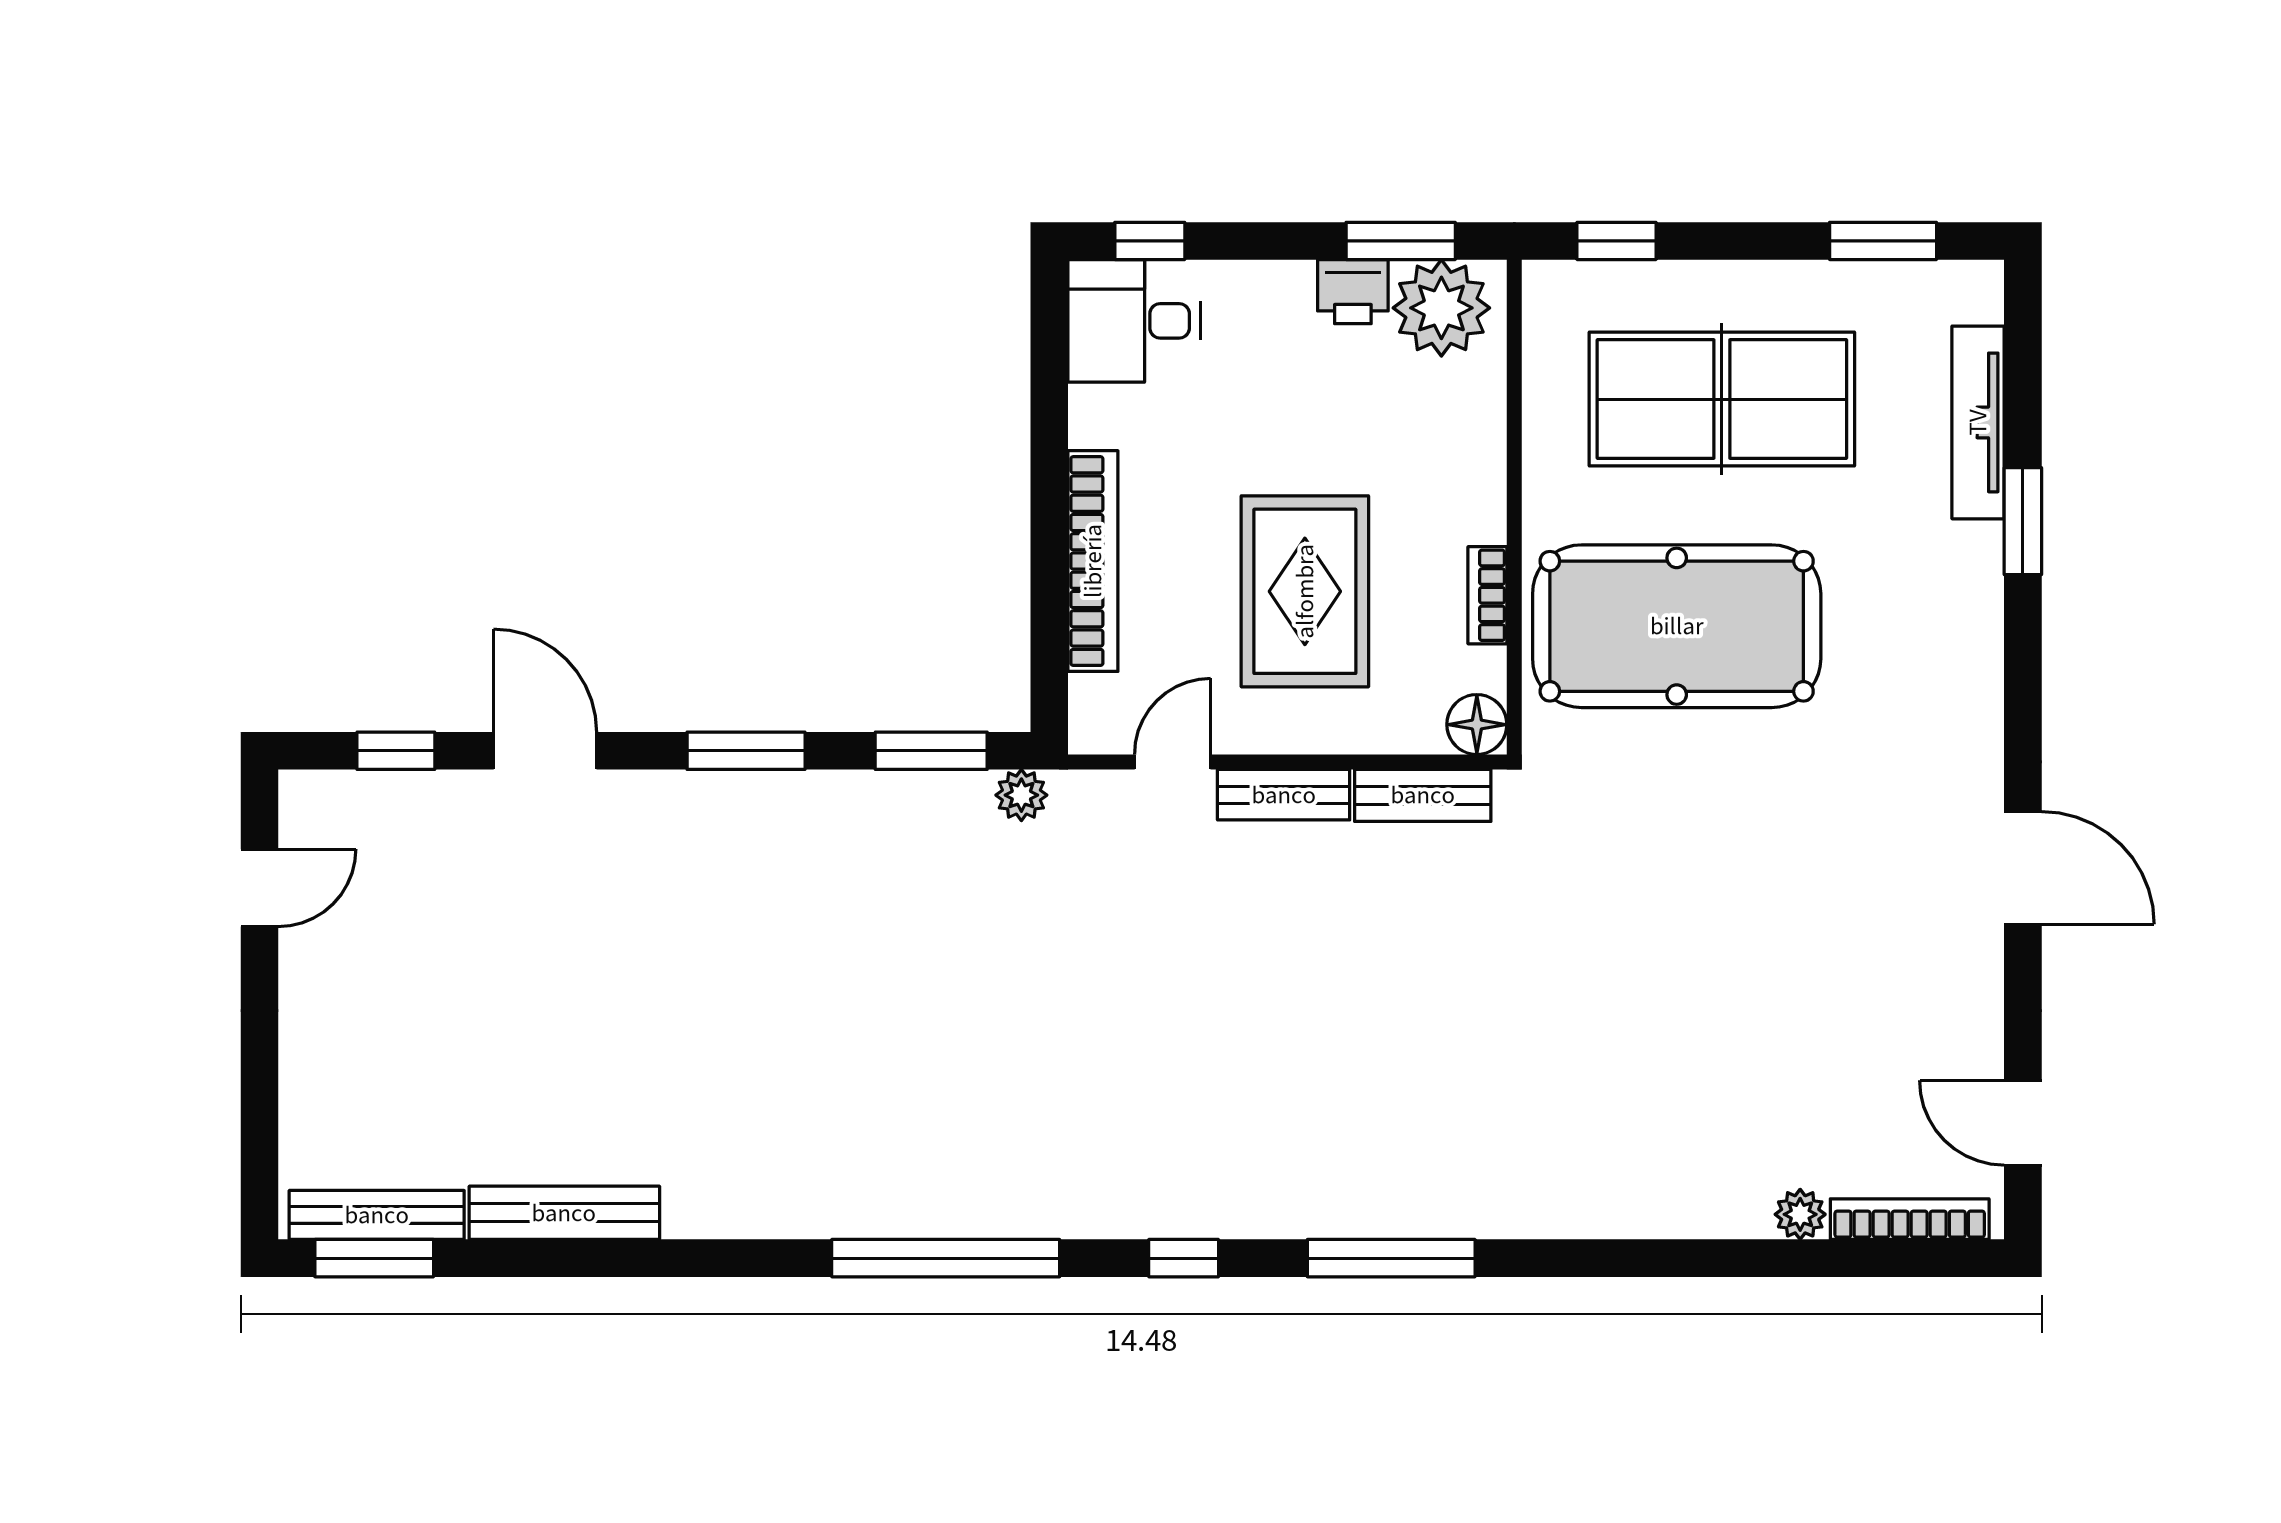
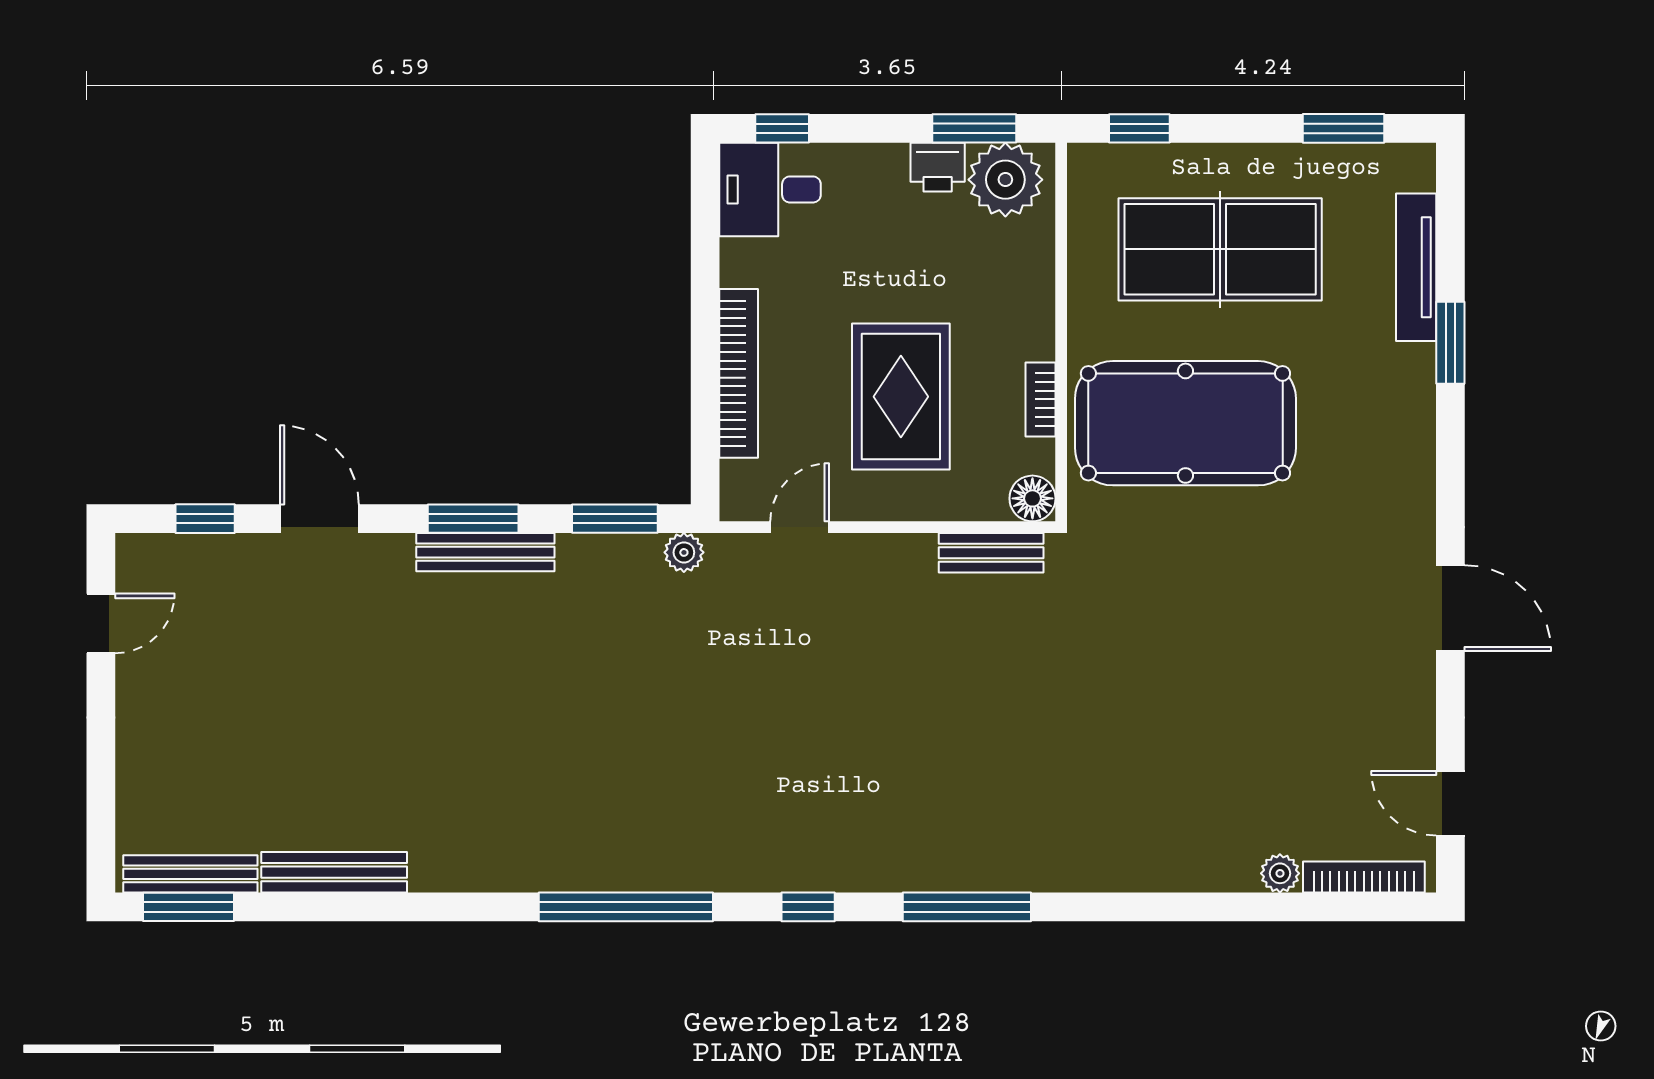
bench: (1284, 795) -> (485, 552), moved, width x1.36

